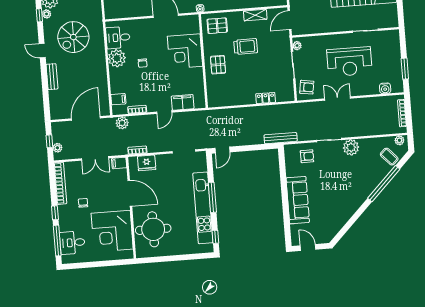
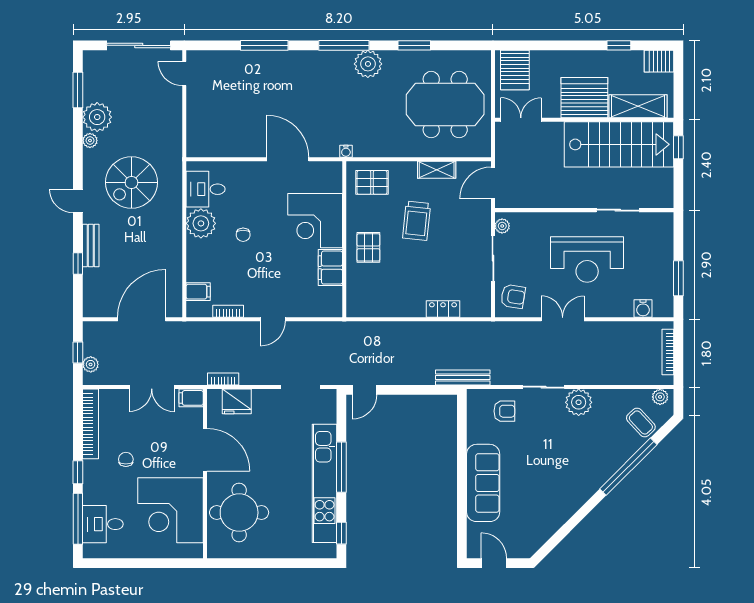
window: (39, 15) -> (78, 263), moved
trolley: (246, 47) -> (417, 221), turned 96
filing cabinet: (183, 102) -> (330, 268), moved, turned -90
plant: (122, 123) -> (201, 332), removed

